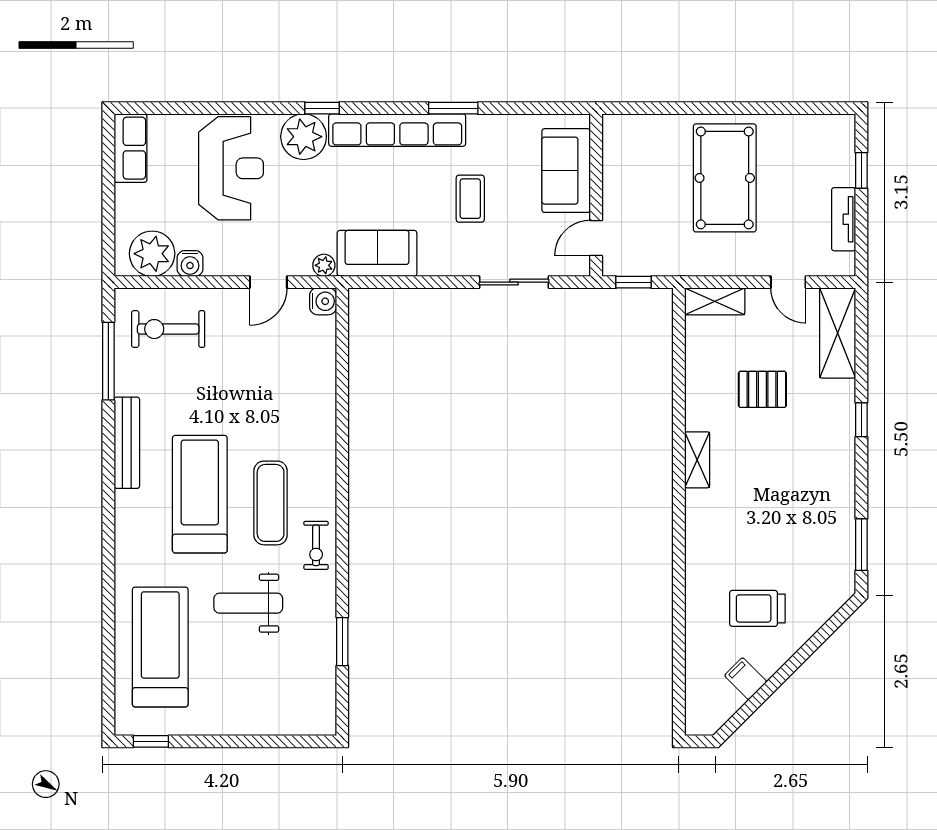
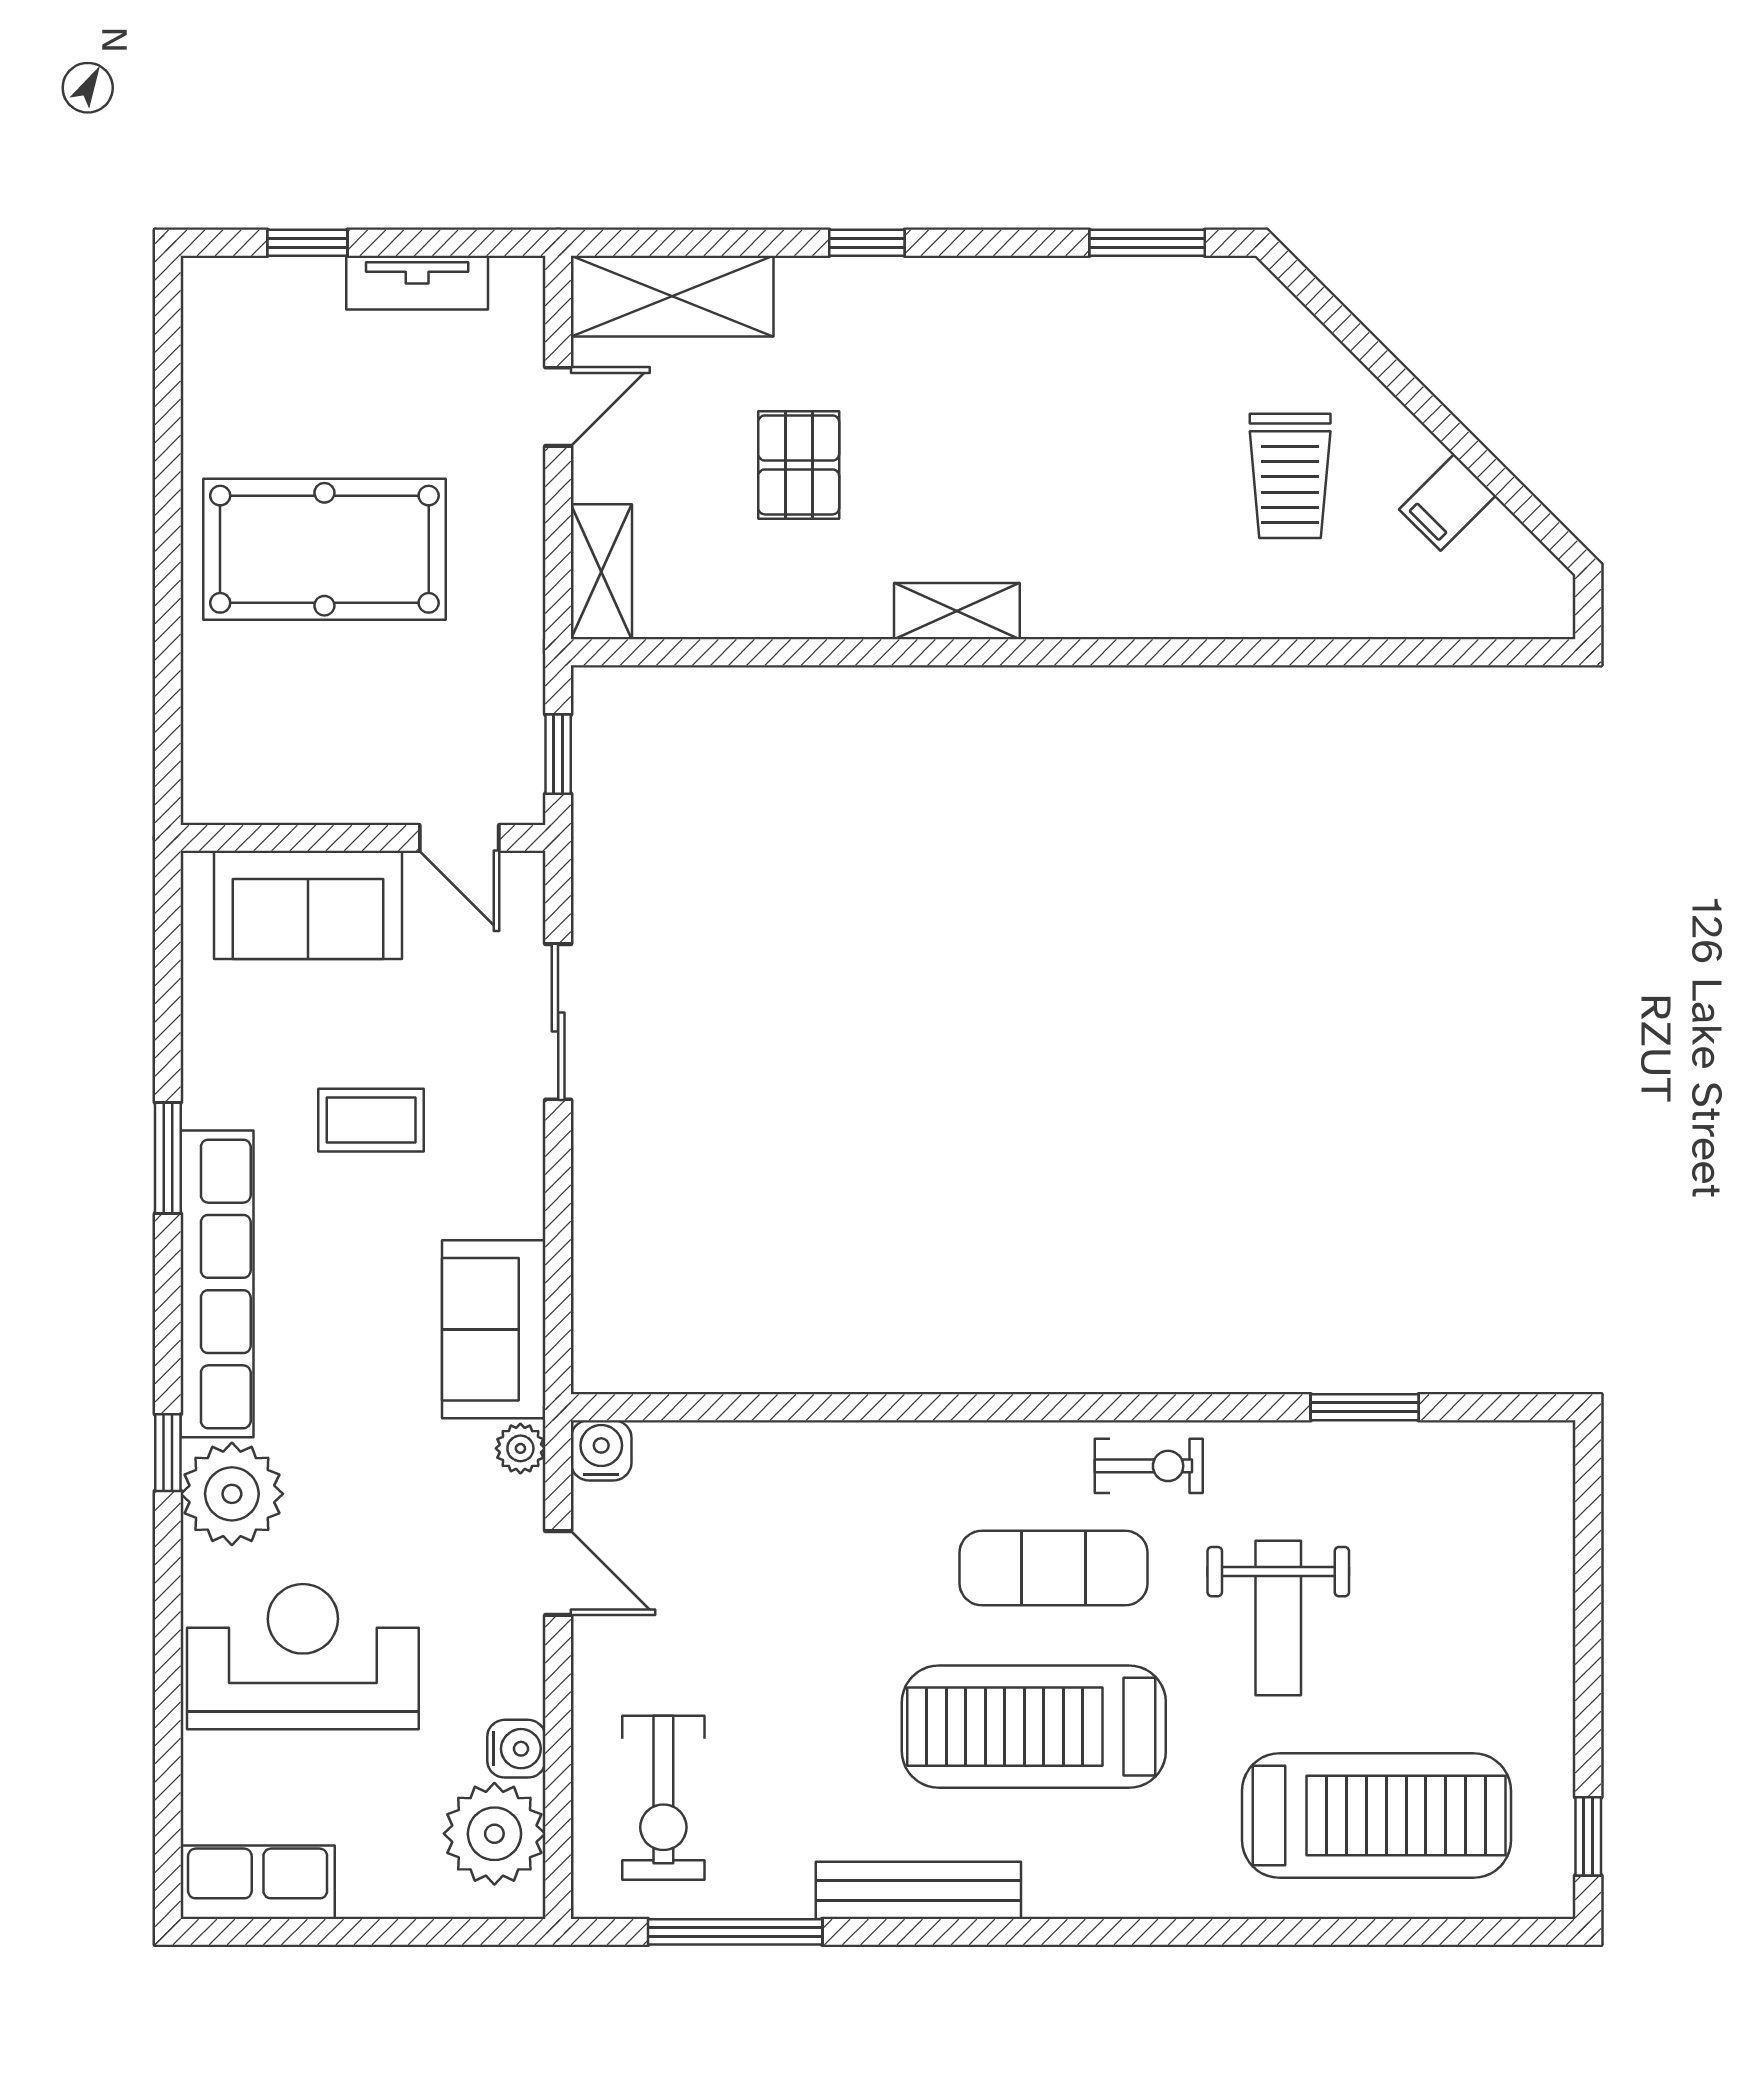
treadmill: (160, 647) -> (1376, 1816), turned 180

